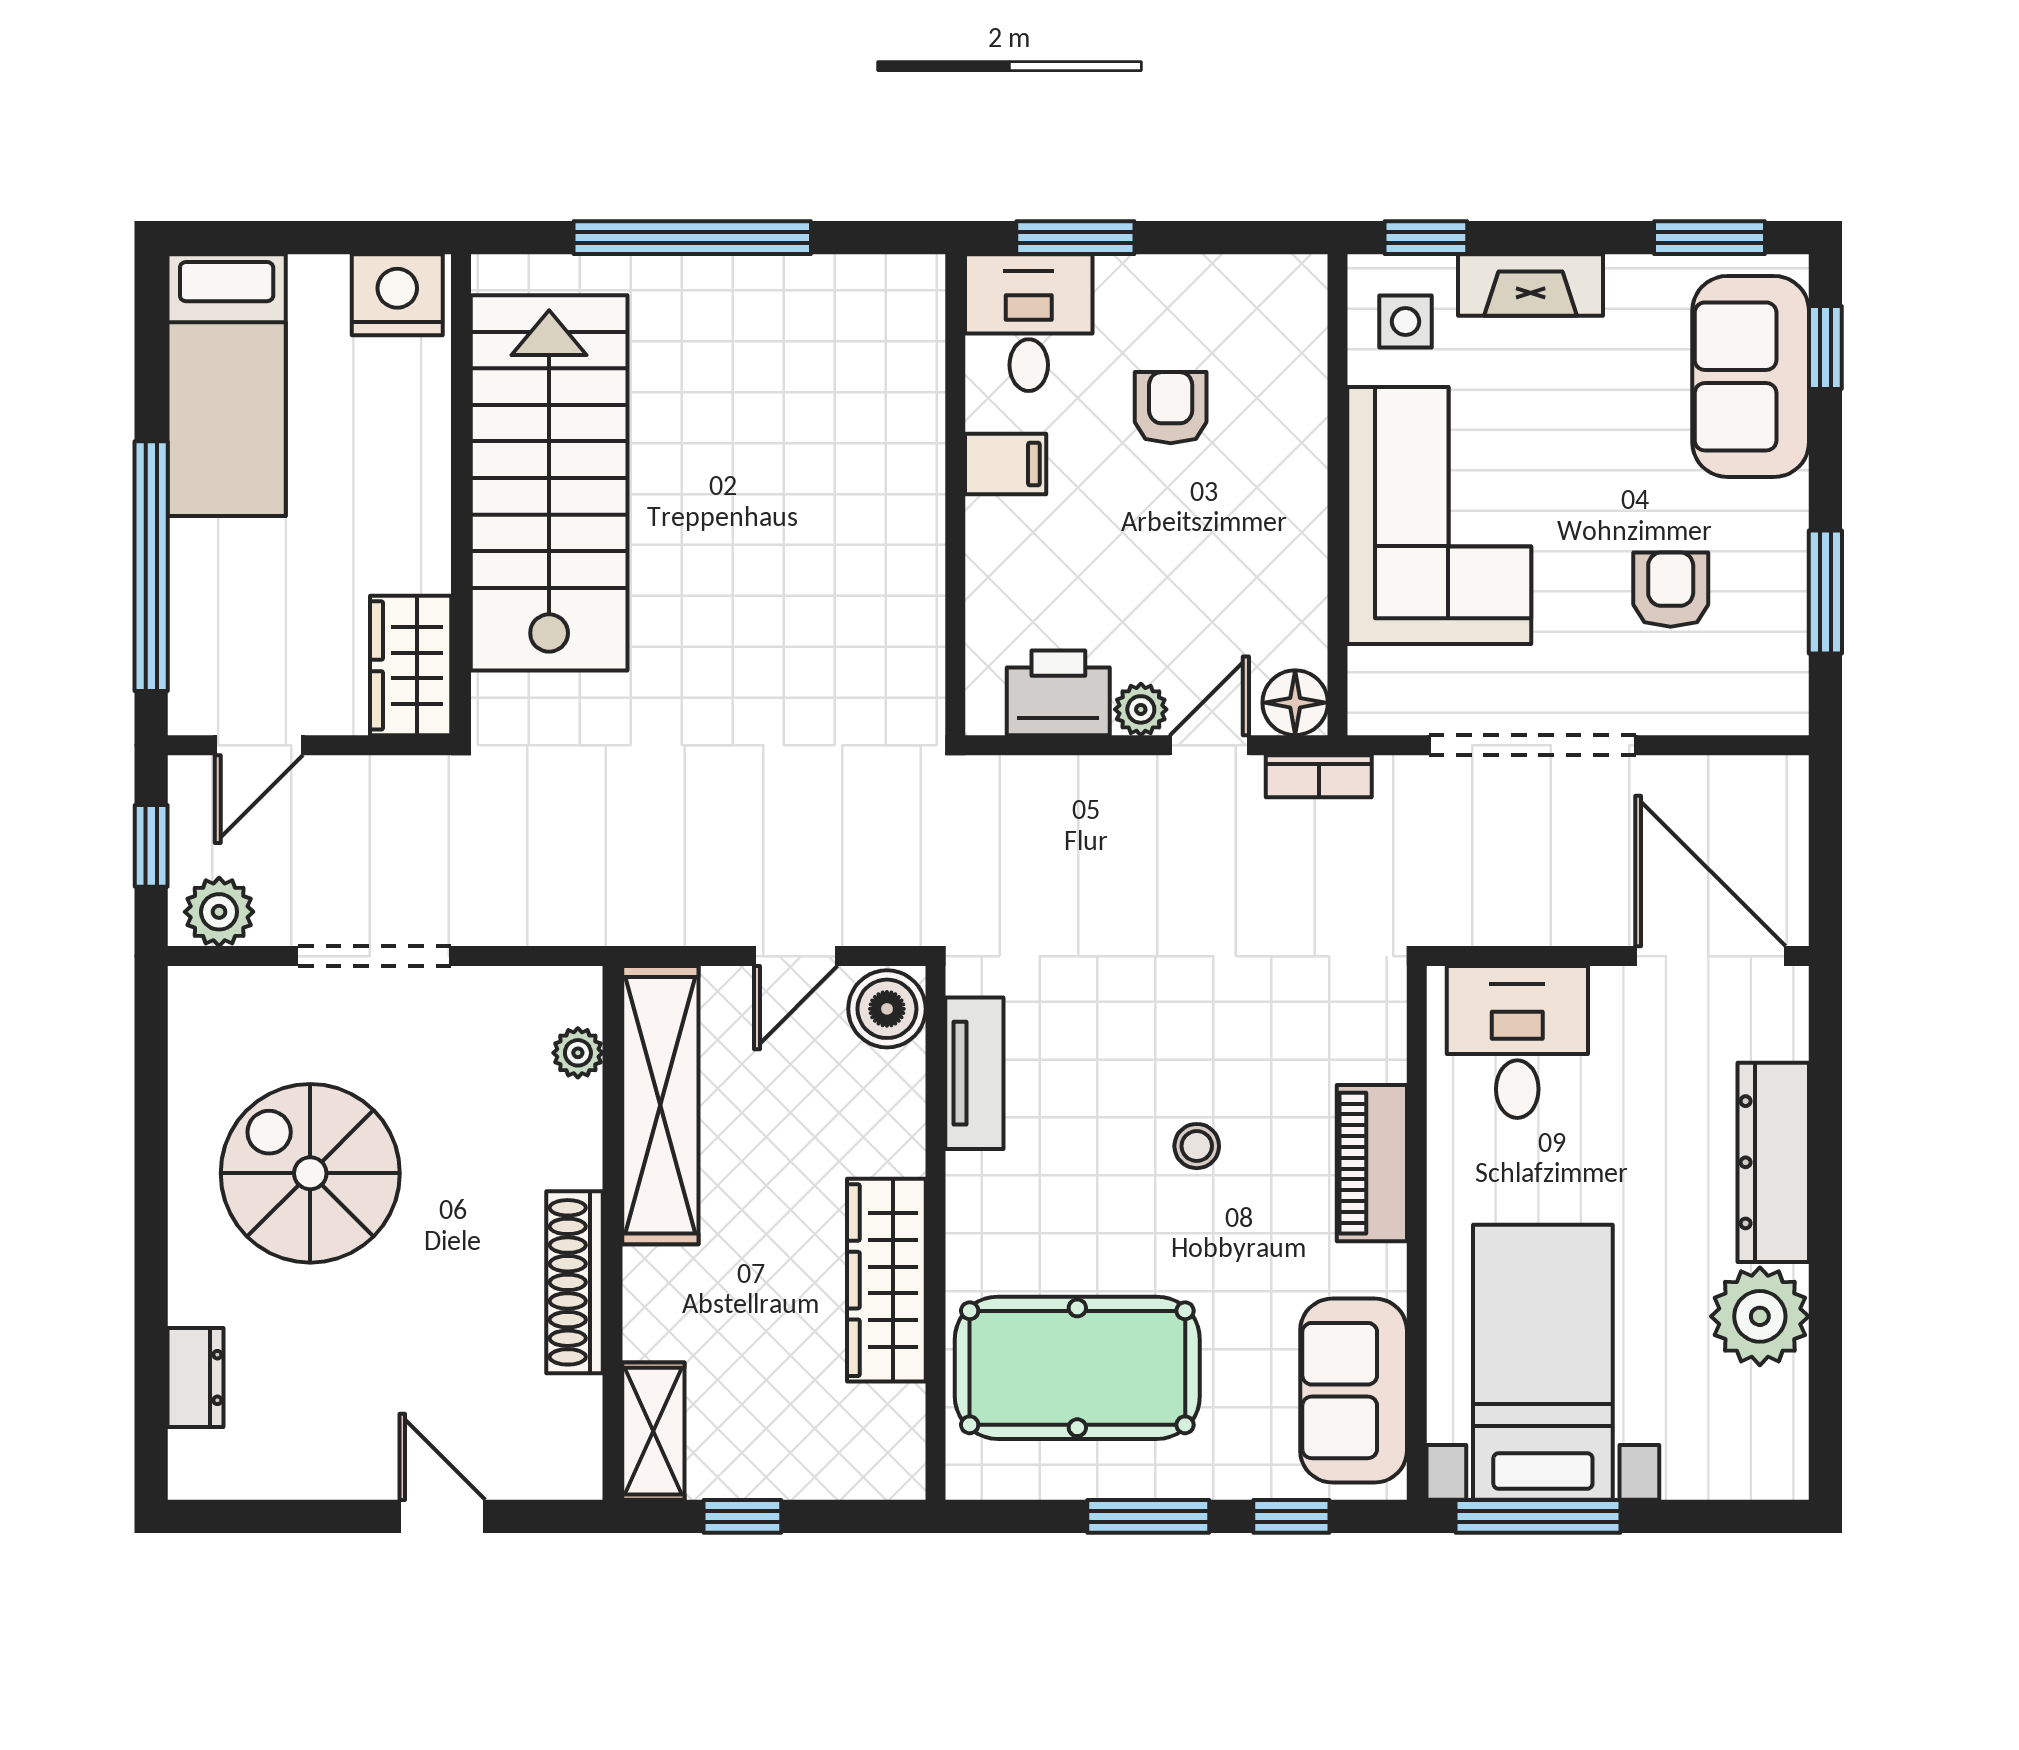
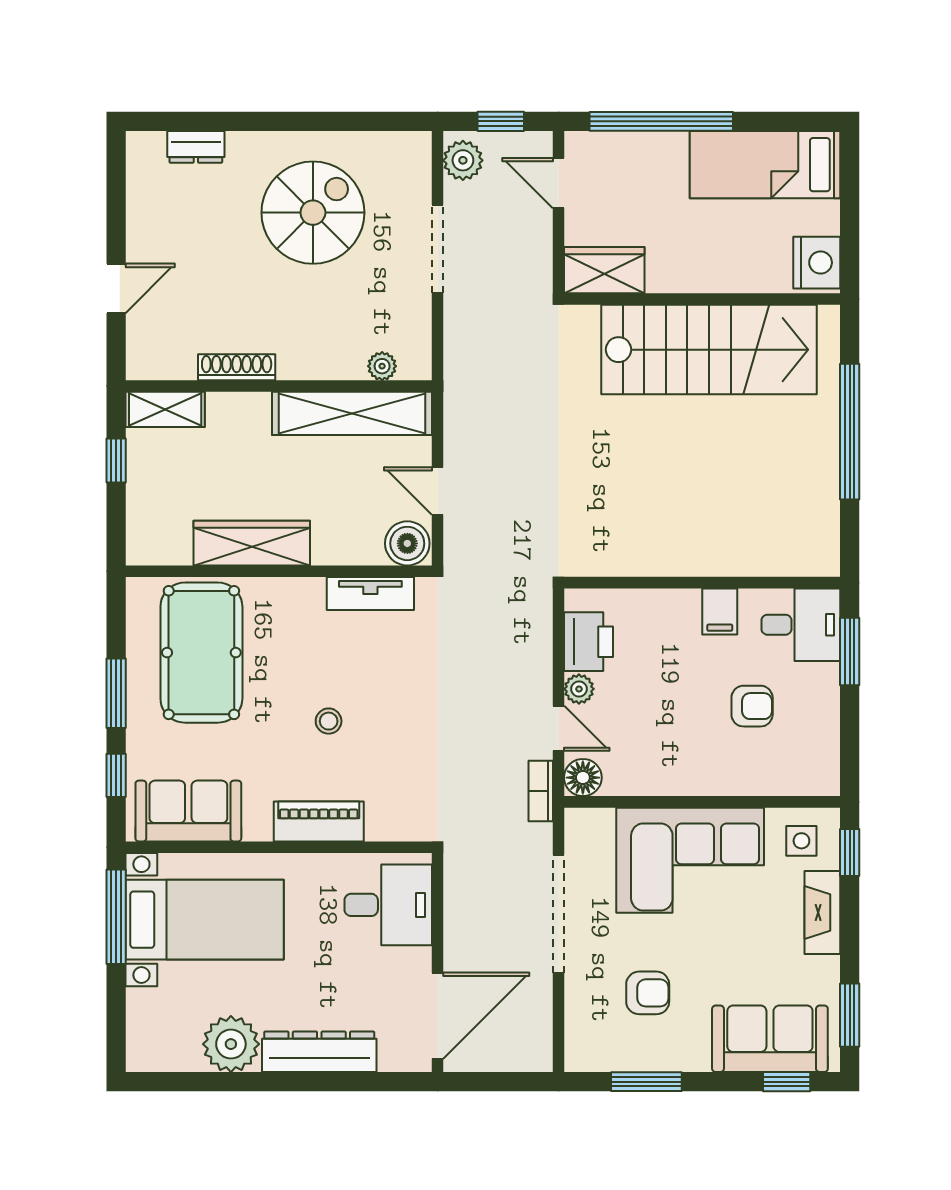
shoe rack: (574, 1282) -> (237, 367), width x0.74, depth x0.81

